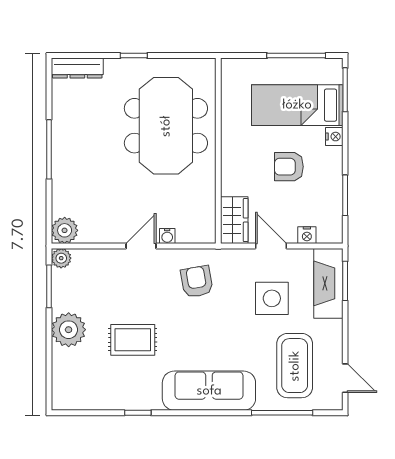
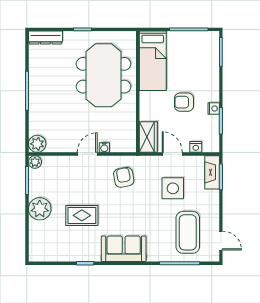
bed: (297, 105) -> (153, 61), moved, turned -90
nightstand: (334, 137) -> (214, 108), moved
fireplace: (328, 283) -> (212, 172), width x0.73, depth x0.76
sofa: (209, 391) -> (124, 249), width x0.73

